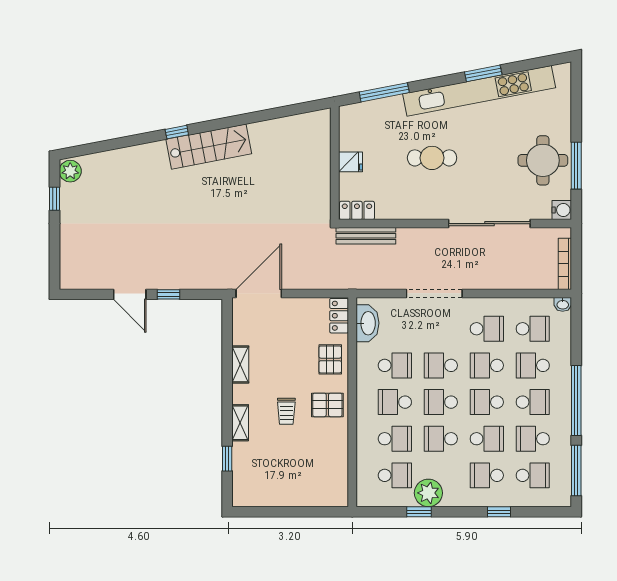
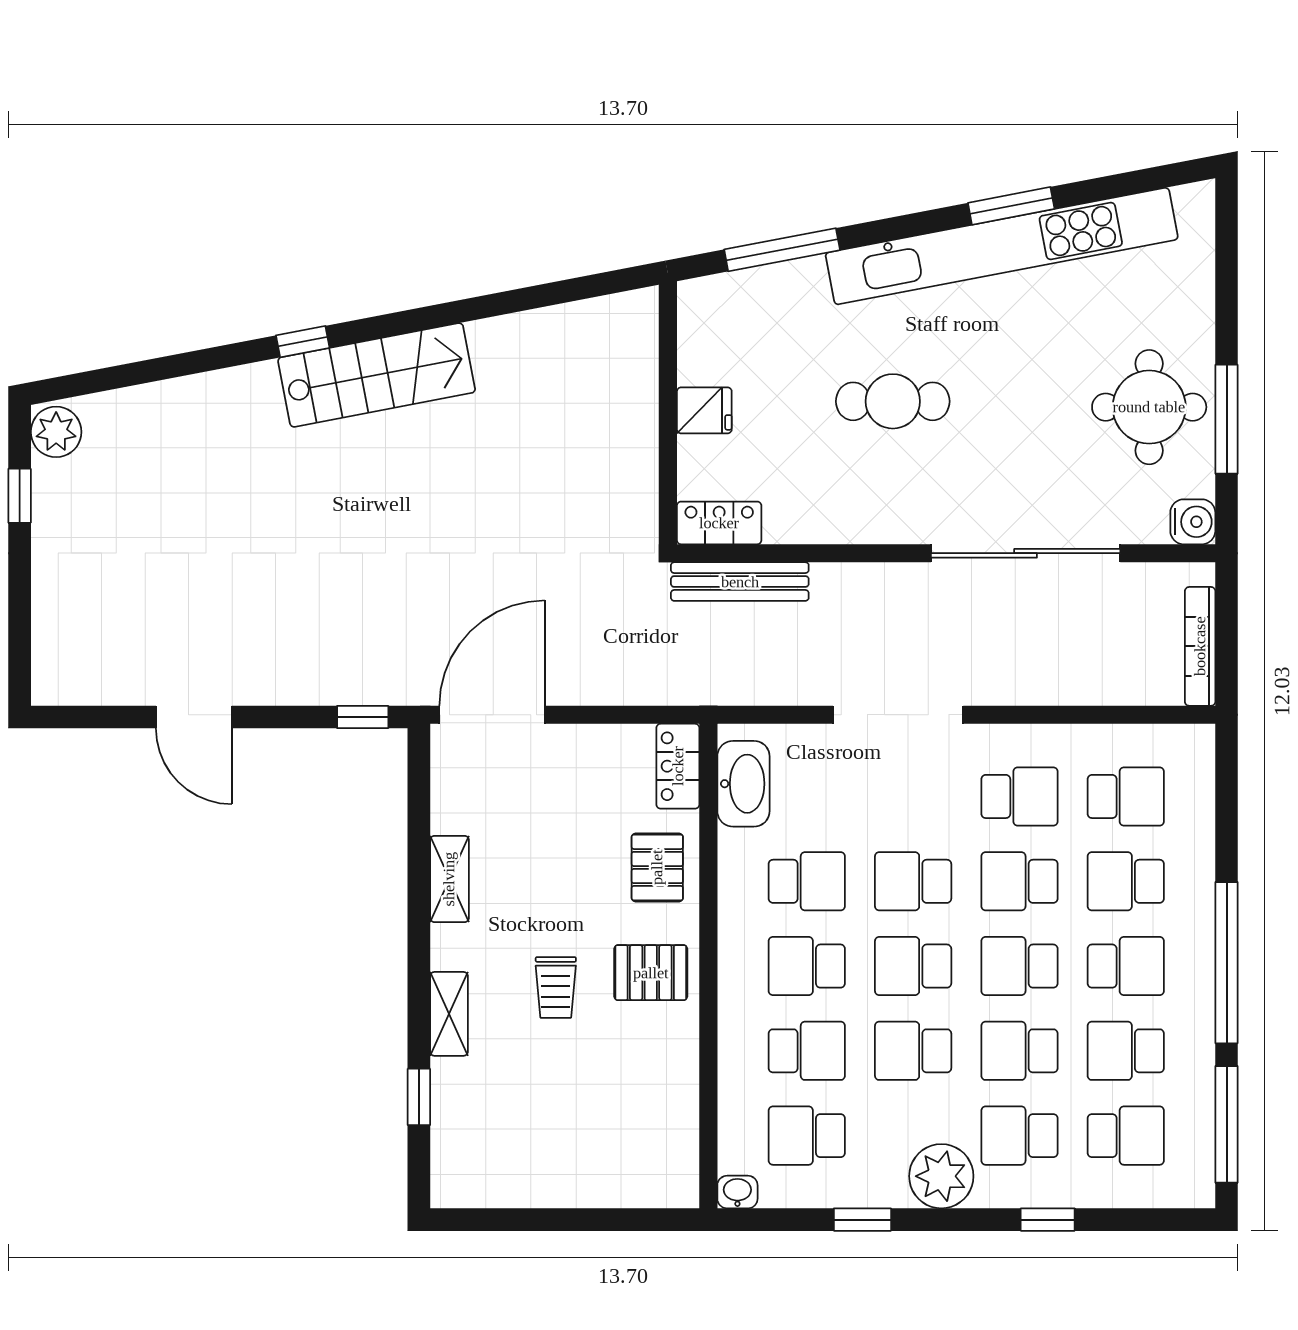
window: (169, 294) -> (363, 717), moved
washbasin: (563, 304) -> (737, 1192), moved, turned 180
school desk: (487, 439) -> (1019, 1051), turned 180
school desk: (395, 475) -> (807, 1136), turned 180
plant: (428, 493) -> (941, 1176), moved

